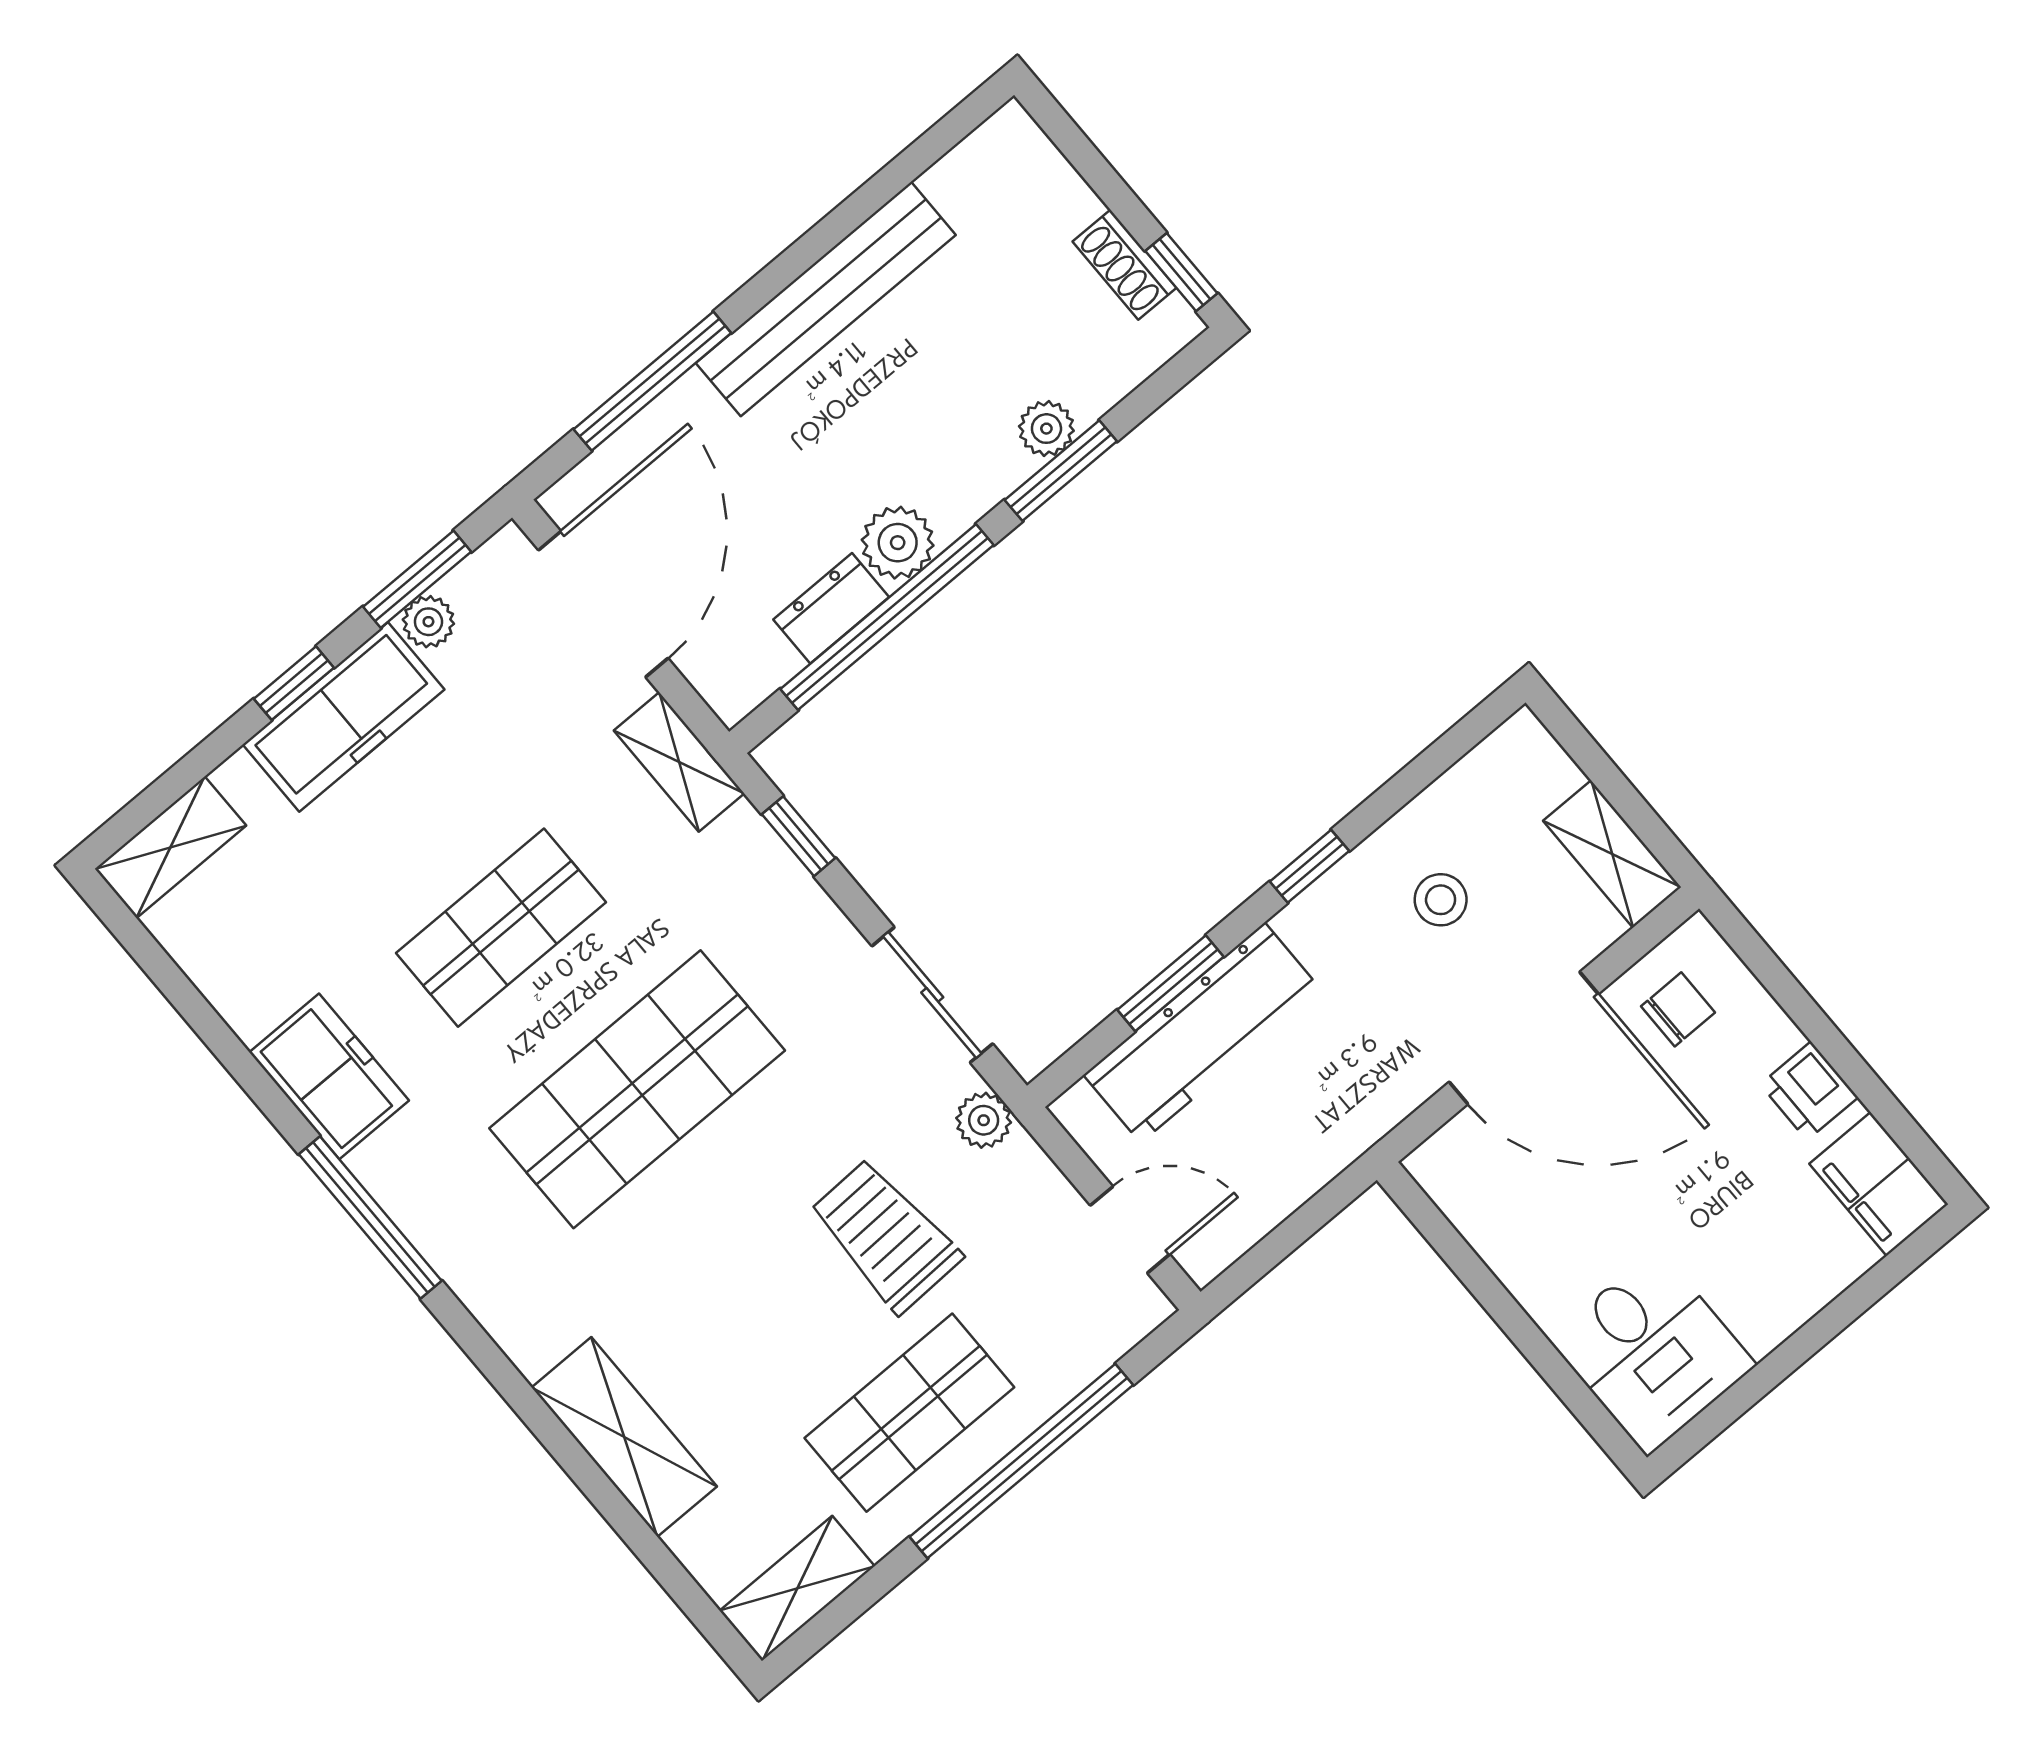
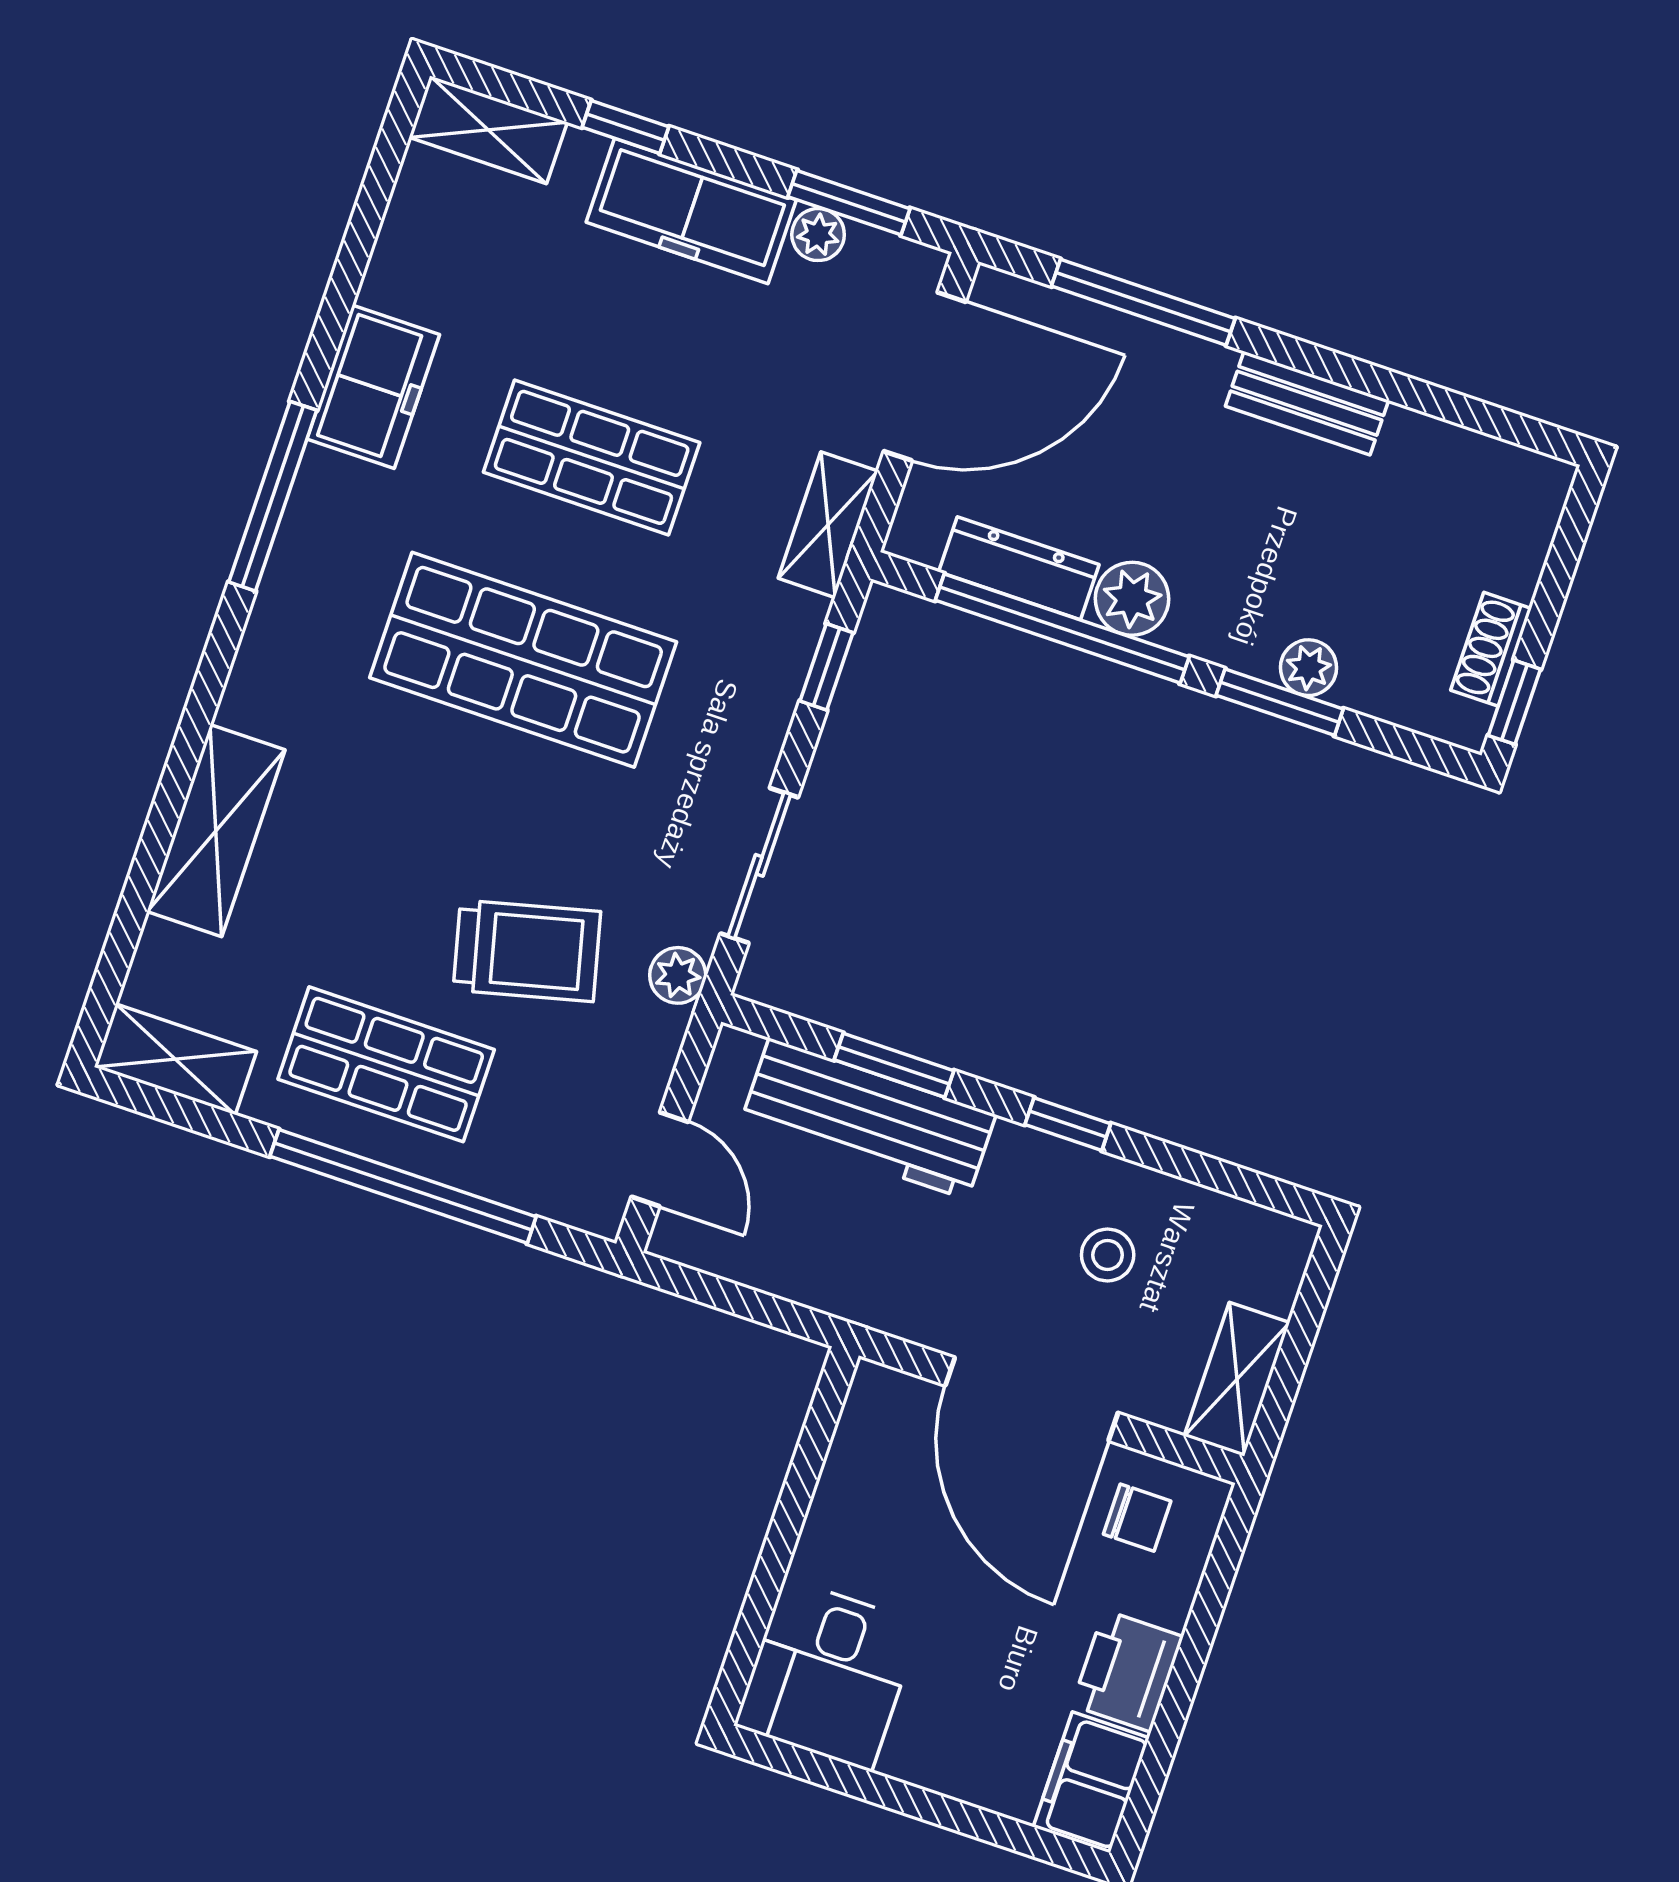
bench: (826, 299) -> (1307, 403), width x0.54, depth x0.82
dresser: (831, 608) -> (1019, 568), width x1.44
window: (294, 683) -> (625, 127), moved
printer: (1809, 1091) -> (1128, 1671), width x1.36, depth x1.24
trolley: (885, 1235) -> (527, 951), turned 78

